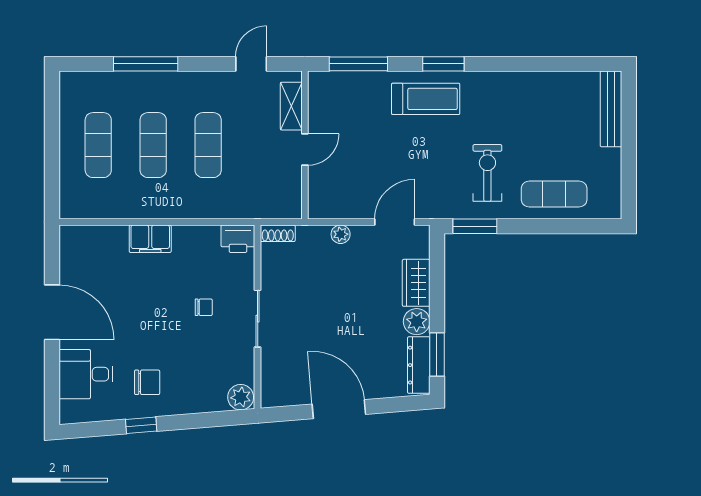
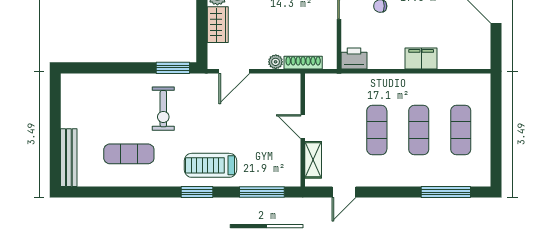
window: (146, 64) -> (446, 192), moved
door: (305, 150) -> (303, 127), hinge flipped
exercise mat: (554, 194) -> (129, 154), moved
shoe rack: (278, 233) -> (303, 63), moved, width x1.43

